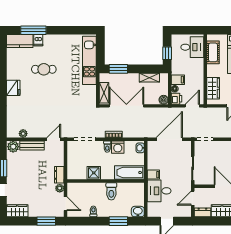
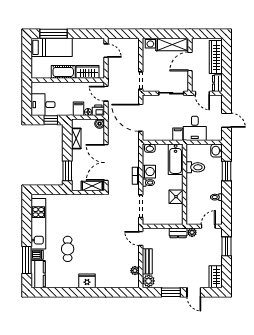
desk: (192, 47) -> (43, 105), moved, turned -90
cot: (213, 52) -> (63, 72), moved
kitchen unit: (89, 60) -> (38, 224), moved, turned -90
toilet: (111, 191) -> (195, 167), moved

